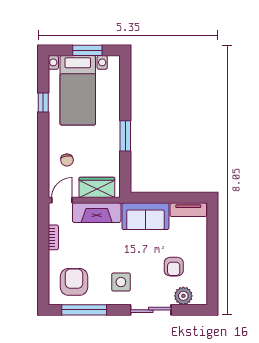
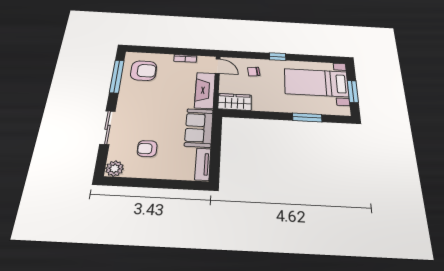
window: (43, 102) -> (278, 57), moved
window: (125, 136) -> (307, 117), moved
wardrobe: (97, 187) -> (235, 102), moved, turned -90
side table: (121, 282) -> (138, 105), removed
plant: (183, 296) -> (115, 168), moved

